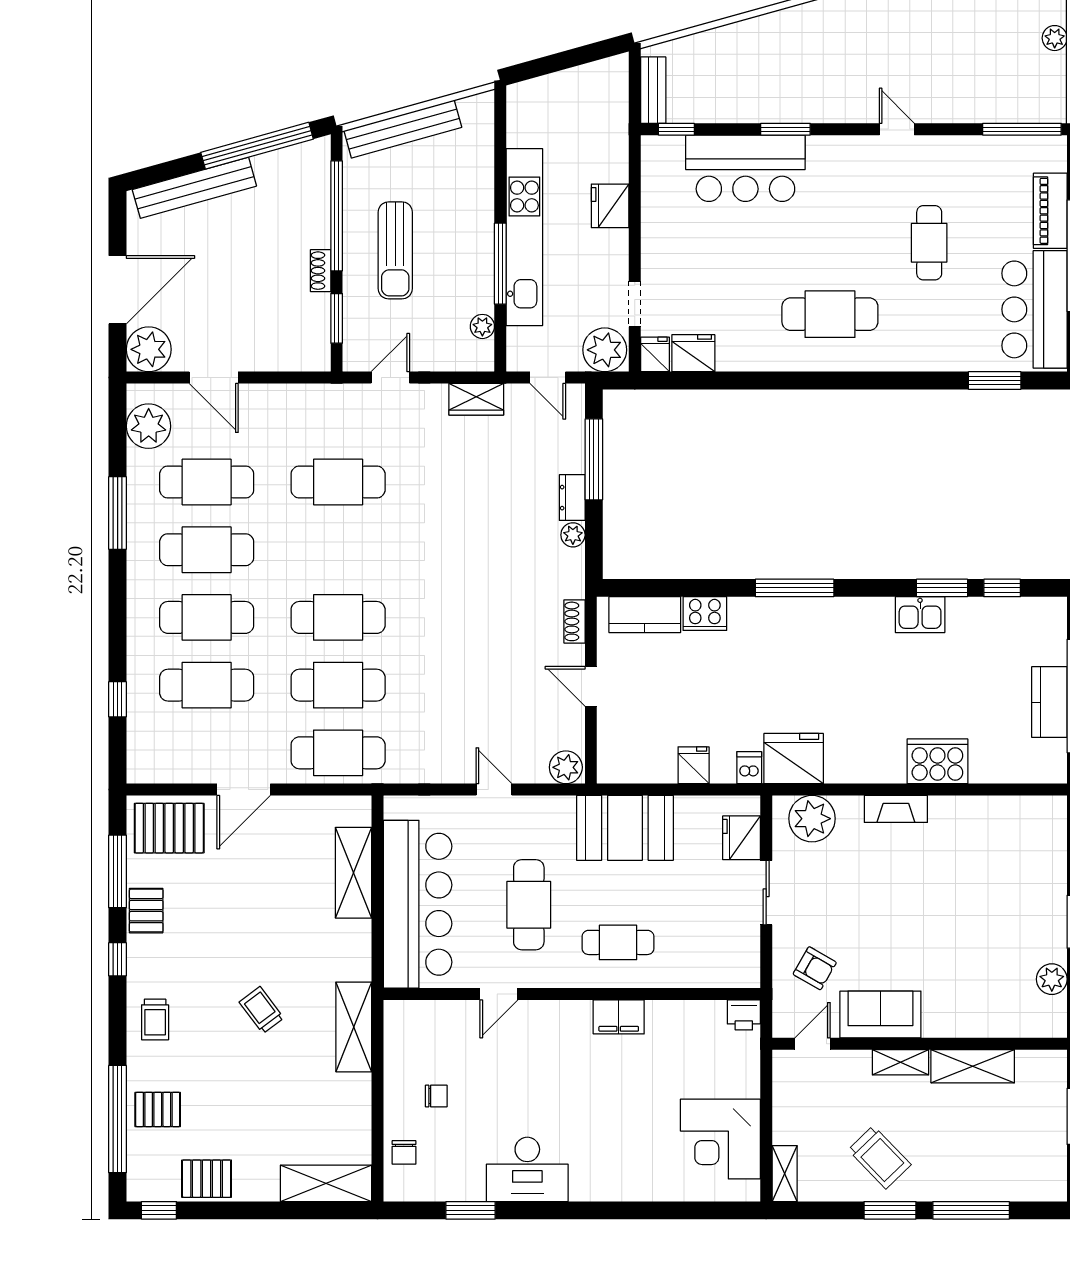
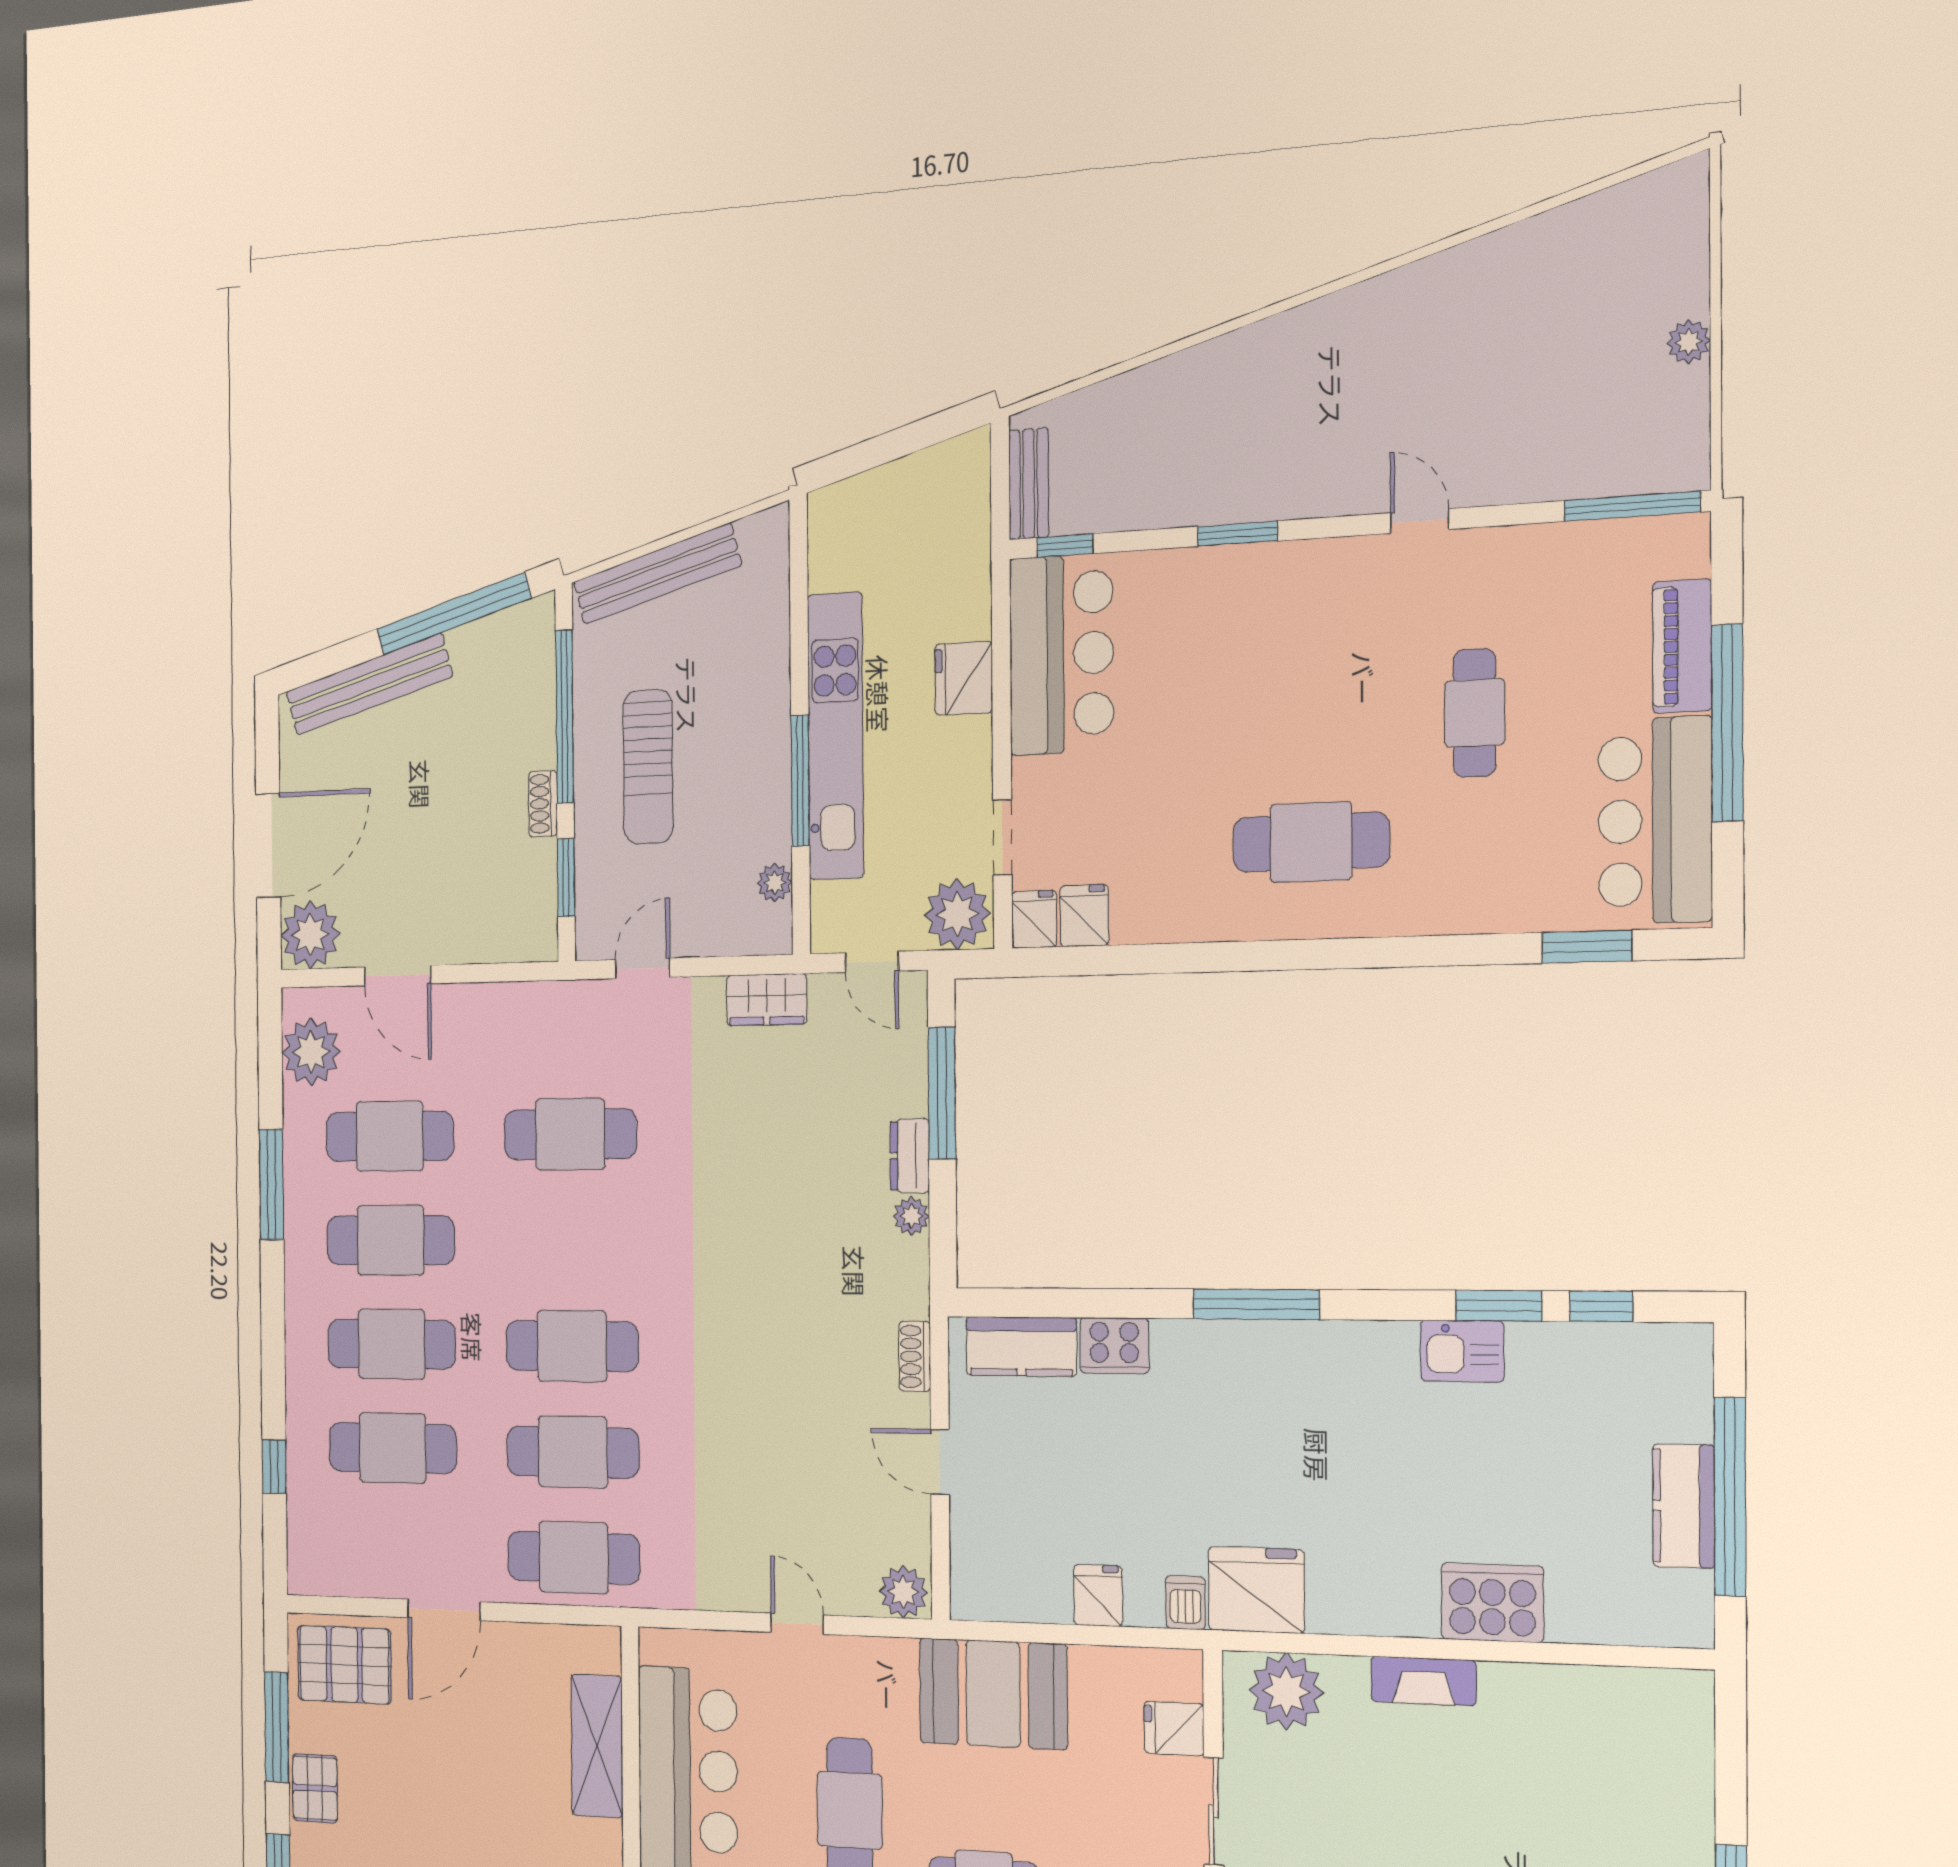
bar counter: (745, 168) -> (1061, 654), moved, turned -90
fridge: (693, 353) -> (1084, 916), width x0.72
fridge: (741, 838) -> (1174, 1728), width x0.72

